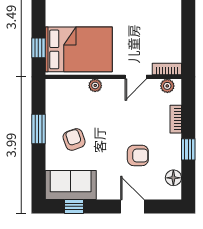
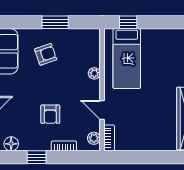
bed: (79, 49) -> (127, 59), width x0.67
armchair: (138, 155) -> (50, 114), moved

